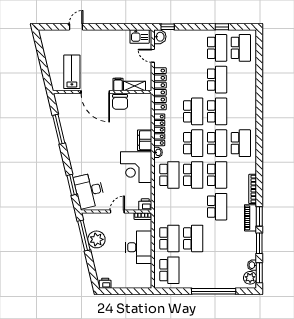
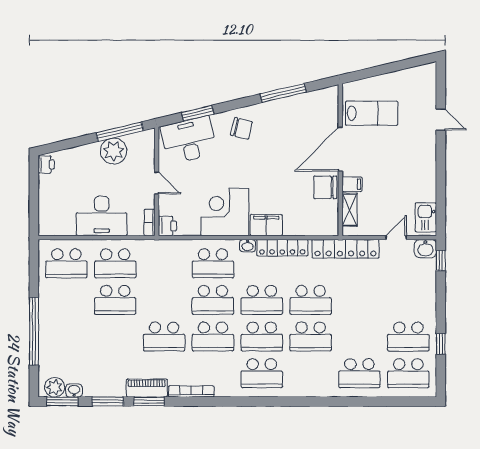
school desk: (217, 80) -> (359, 373), moved
chair: (82, 156) -> (242, 128), added

